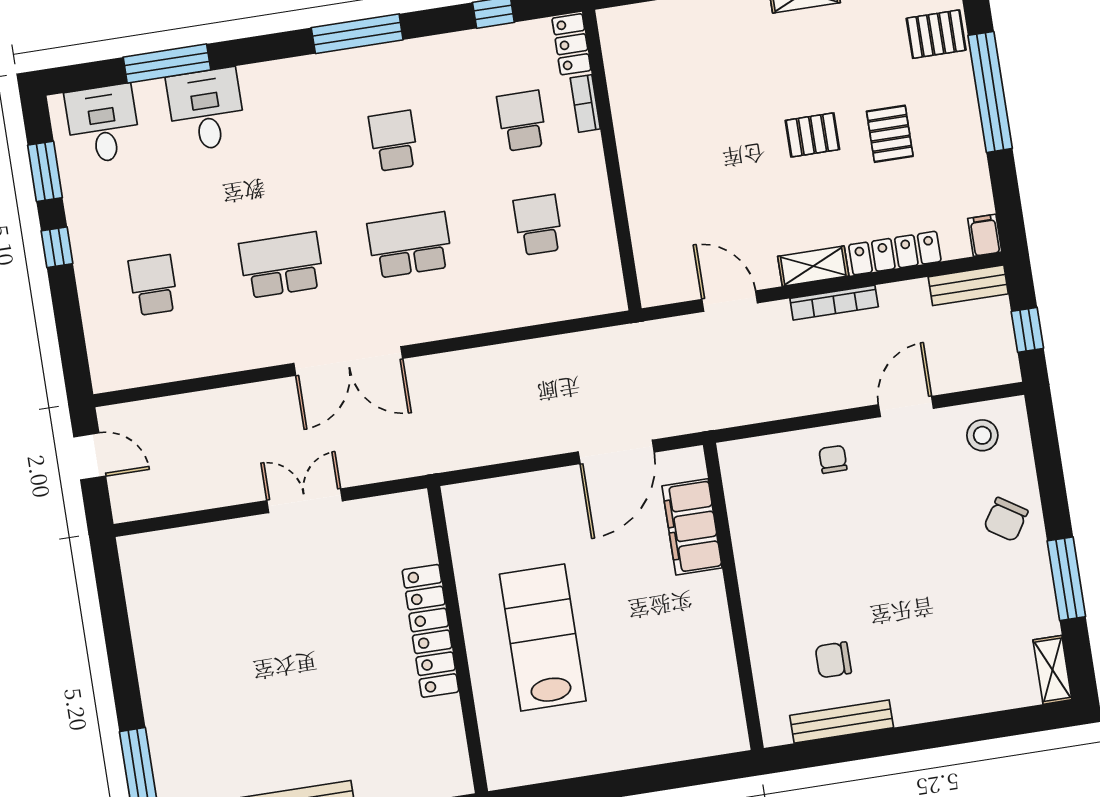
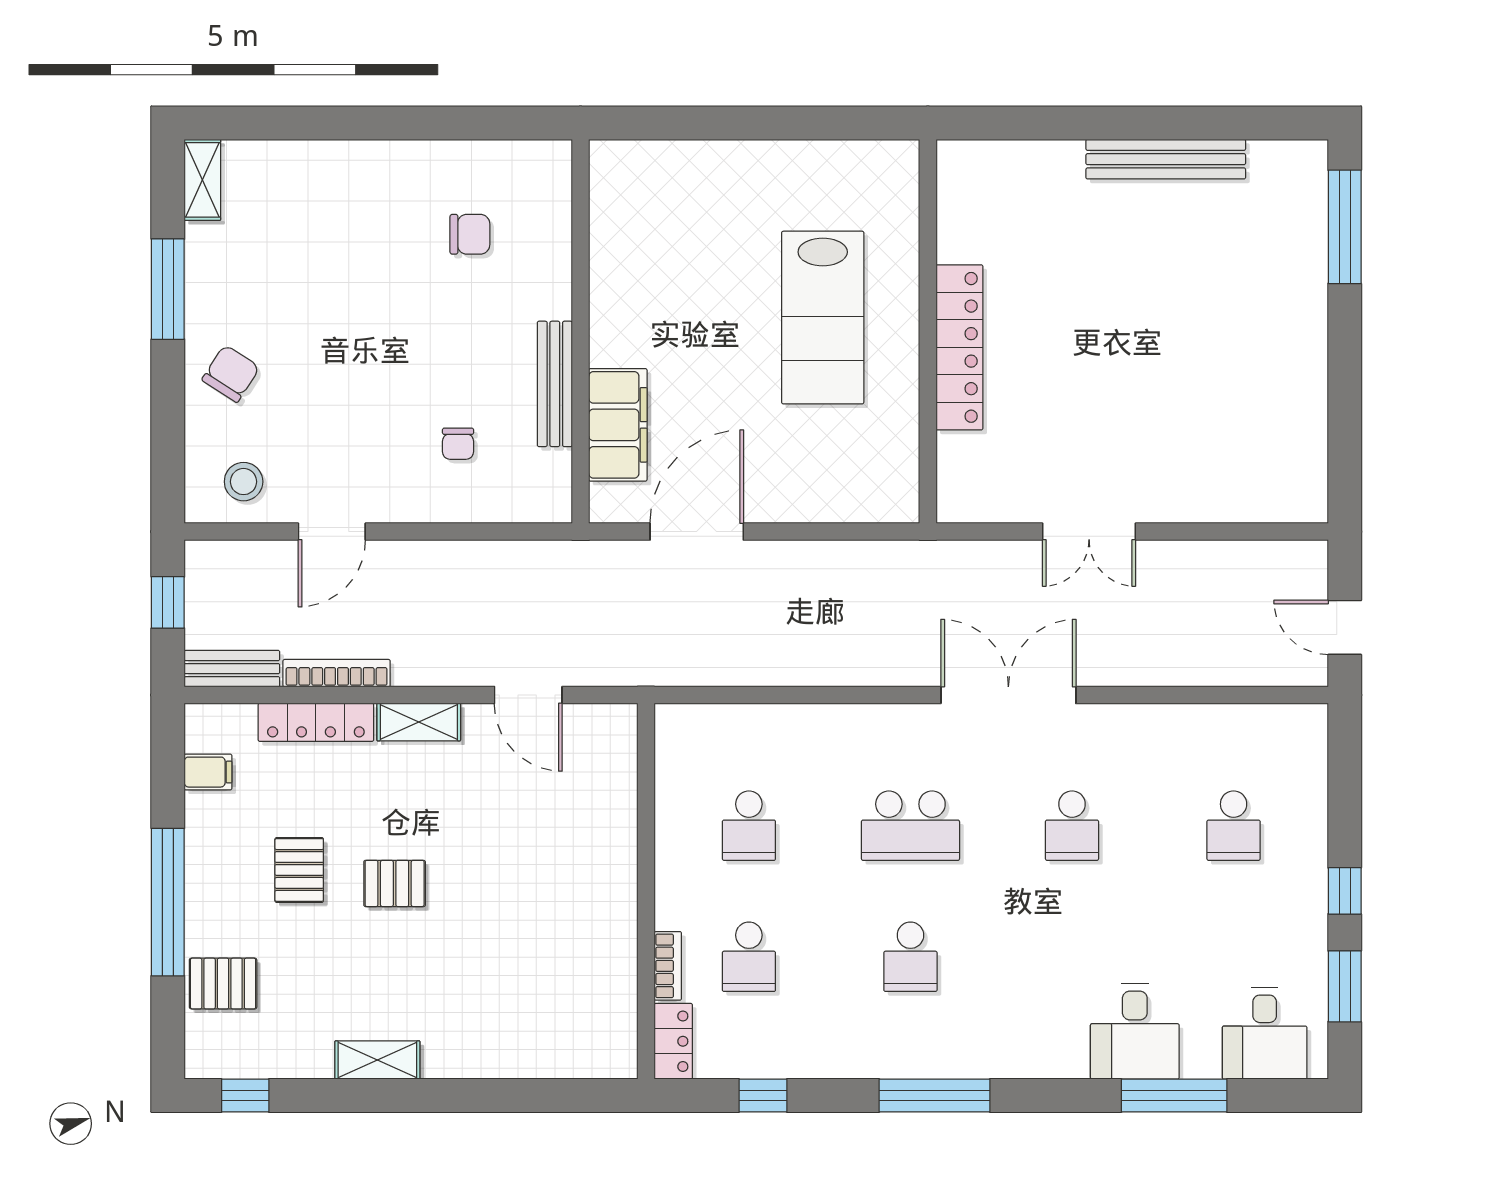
filing cabinet: (985, 235) -> (208, 772), moved, turned -90
school desk: (282, 265) -> (1072, 826), width x0.54
bookcase: (834, 303) -> (337, 673), moved
chair: (833, 459) -> (458, 444), moved
bench: (842, 722) -> (555, 384), moved, turned 90

